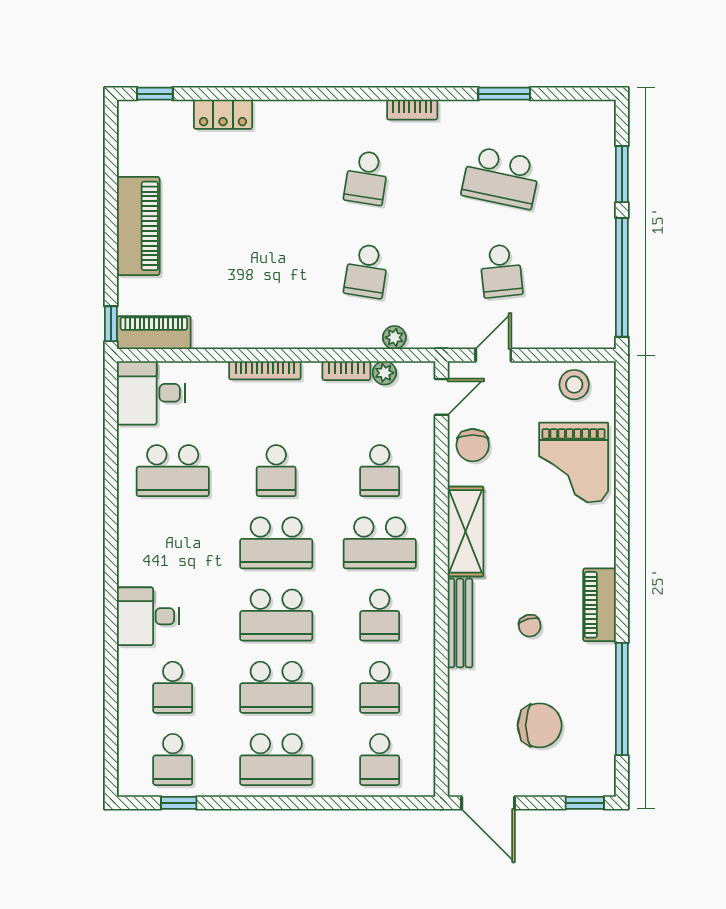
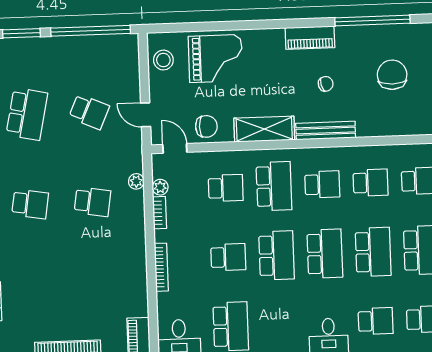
school desk: (501, 271) -> (89, 112), turned 30

